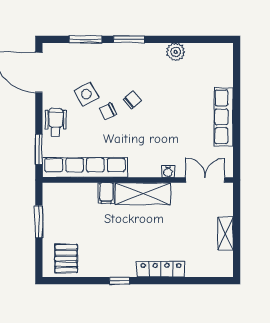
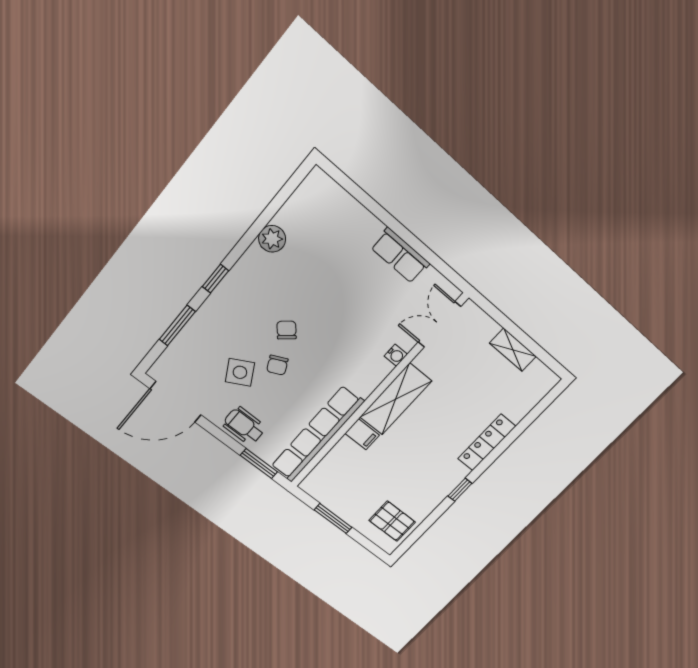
window: (129, 39) -> (215, 279), width x0.67
row of seats: (224, 117) -> (400, 256), width x0.68

